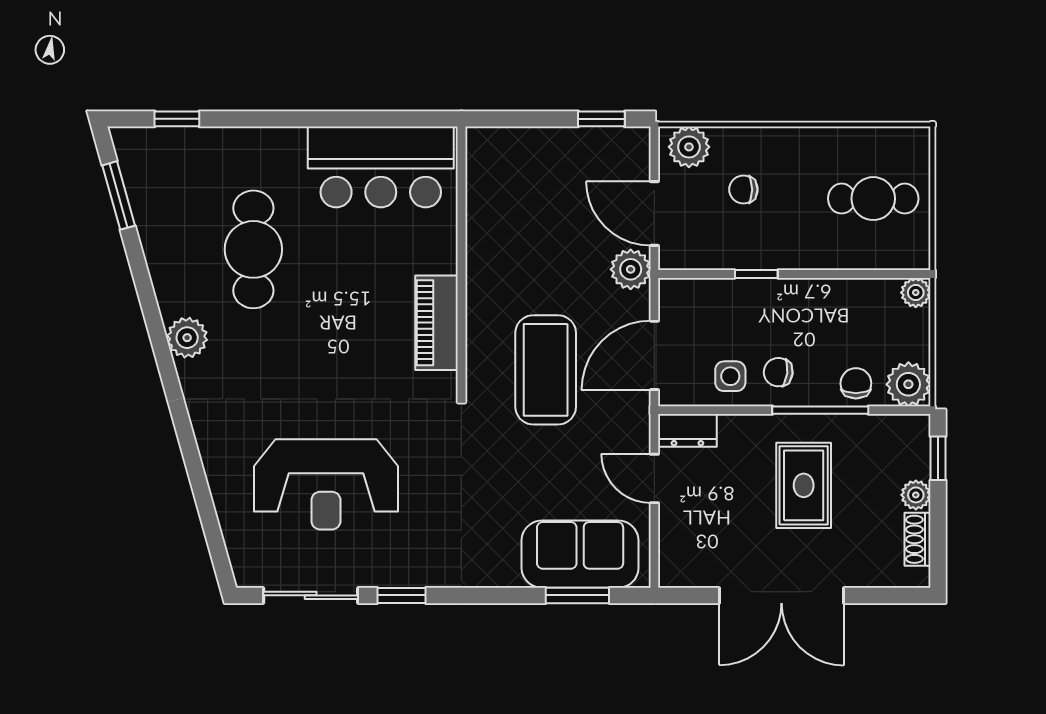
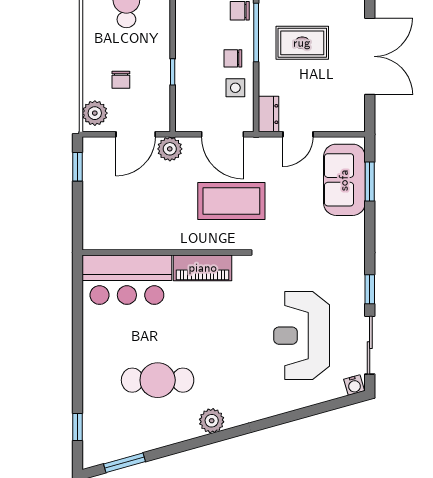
bar counter: (381, 167) -> (127, 280), moved, turned 90
chair: (778, 372) -> (233, 58), turned 83
reception desk: (326, 484) -> (302, 336), turned 180
water cooler: (245, 570) -> (354, 385), added

